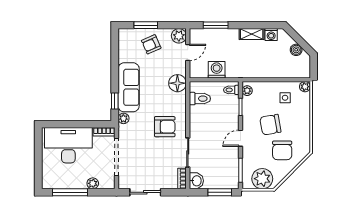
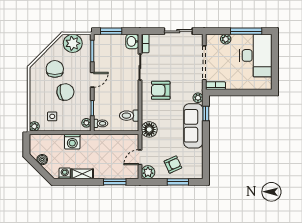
washing machine: (217, 70) -> (72, 142), moved
desk: (68, 145) -> (256, 55), moved, turned -90

